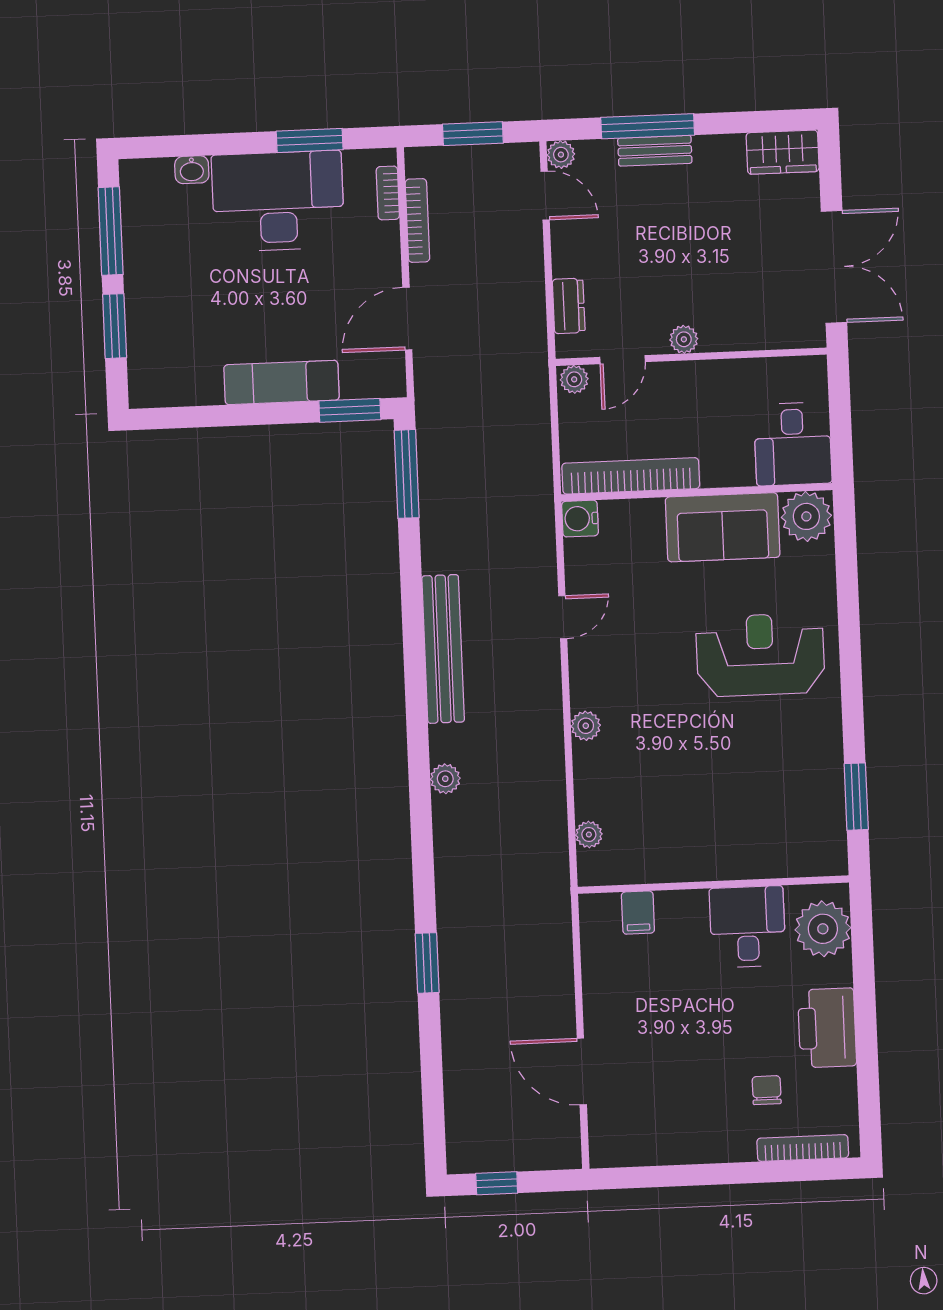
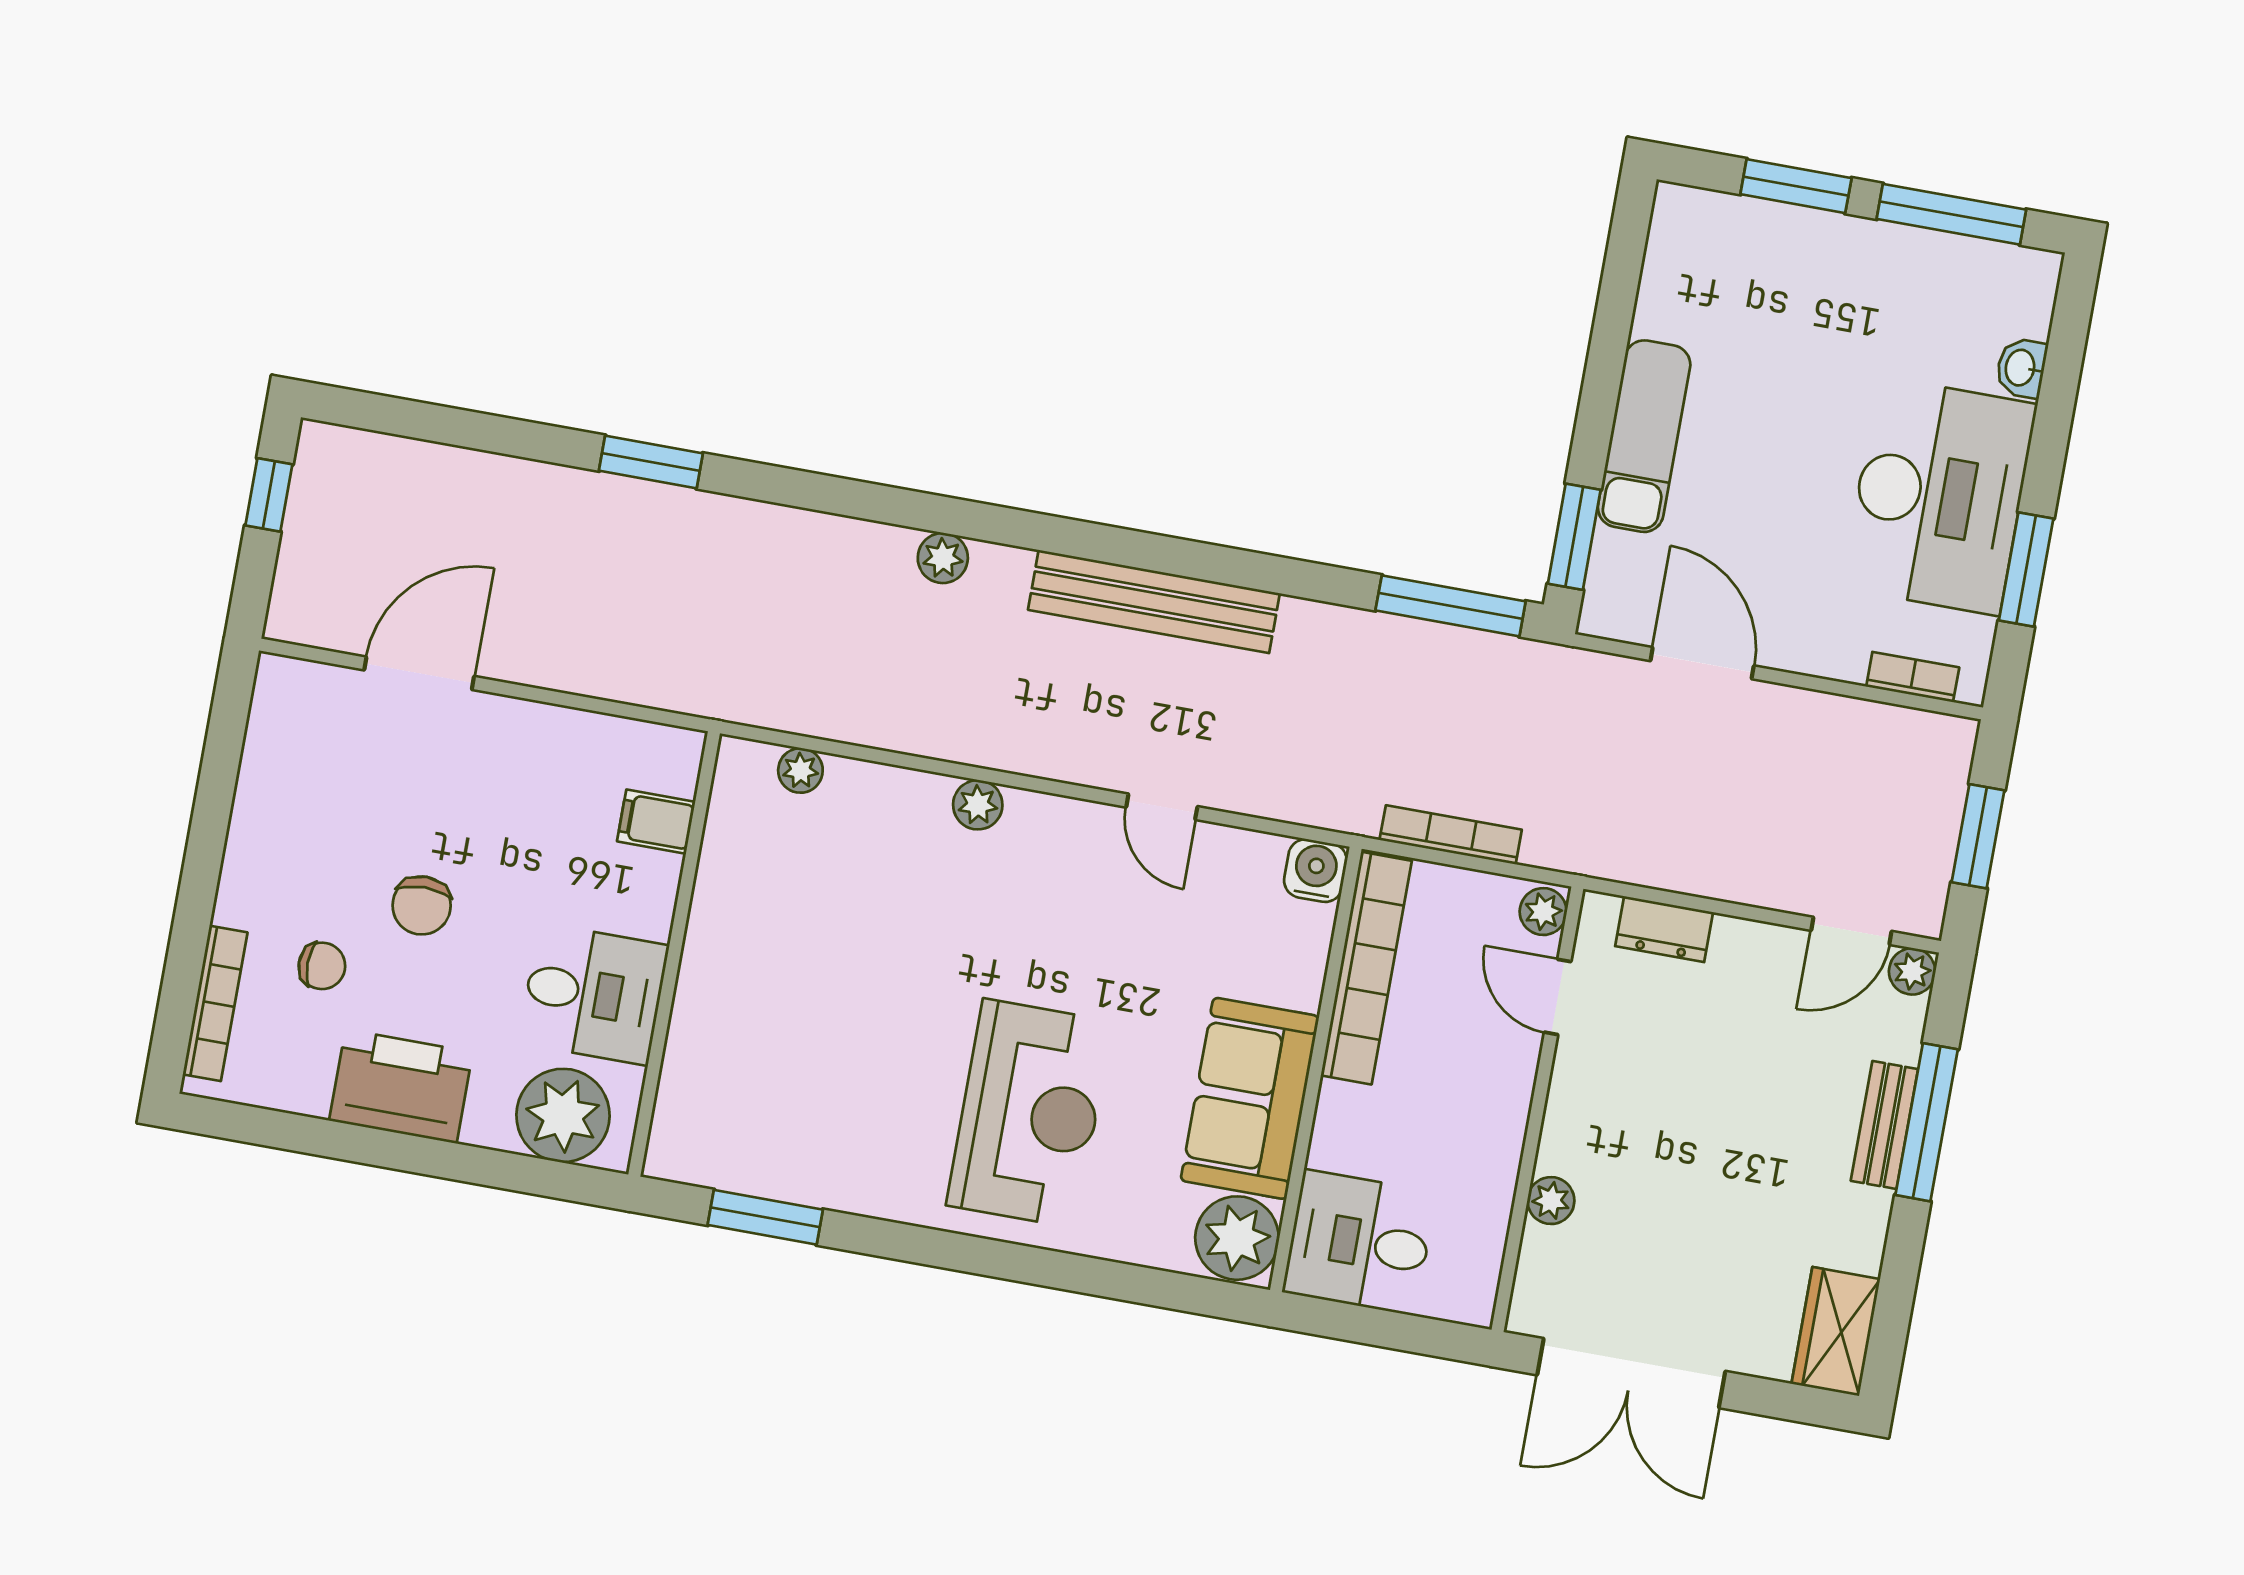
bookcase: (417, 220) -> (1451, 835), moved, turned 180
plant: (684, 339) -> (1551, 1201), moved
chair: (718, 1039) -> (422, 905), added

